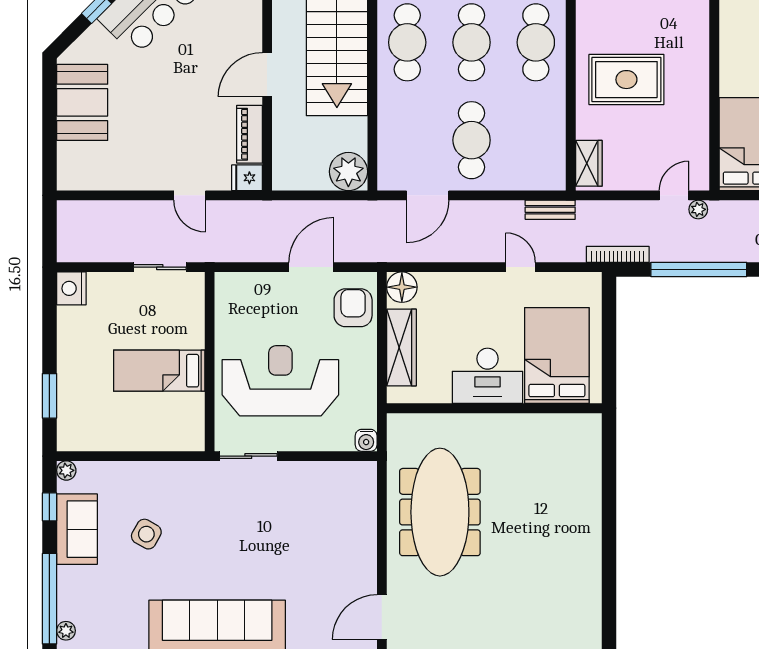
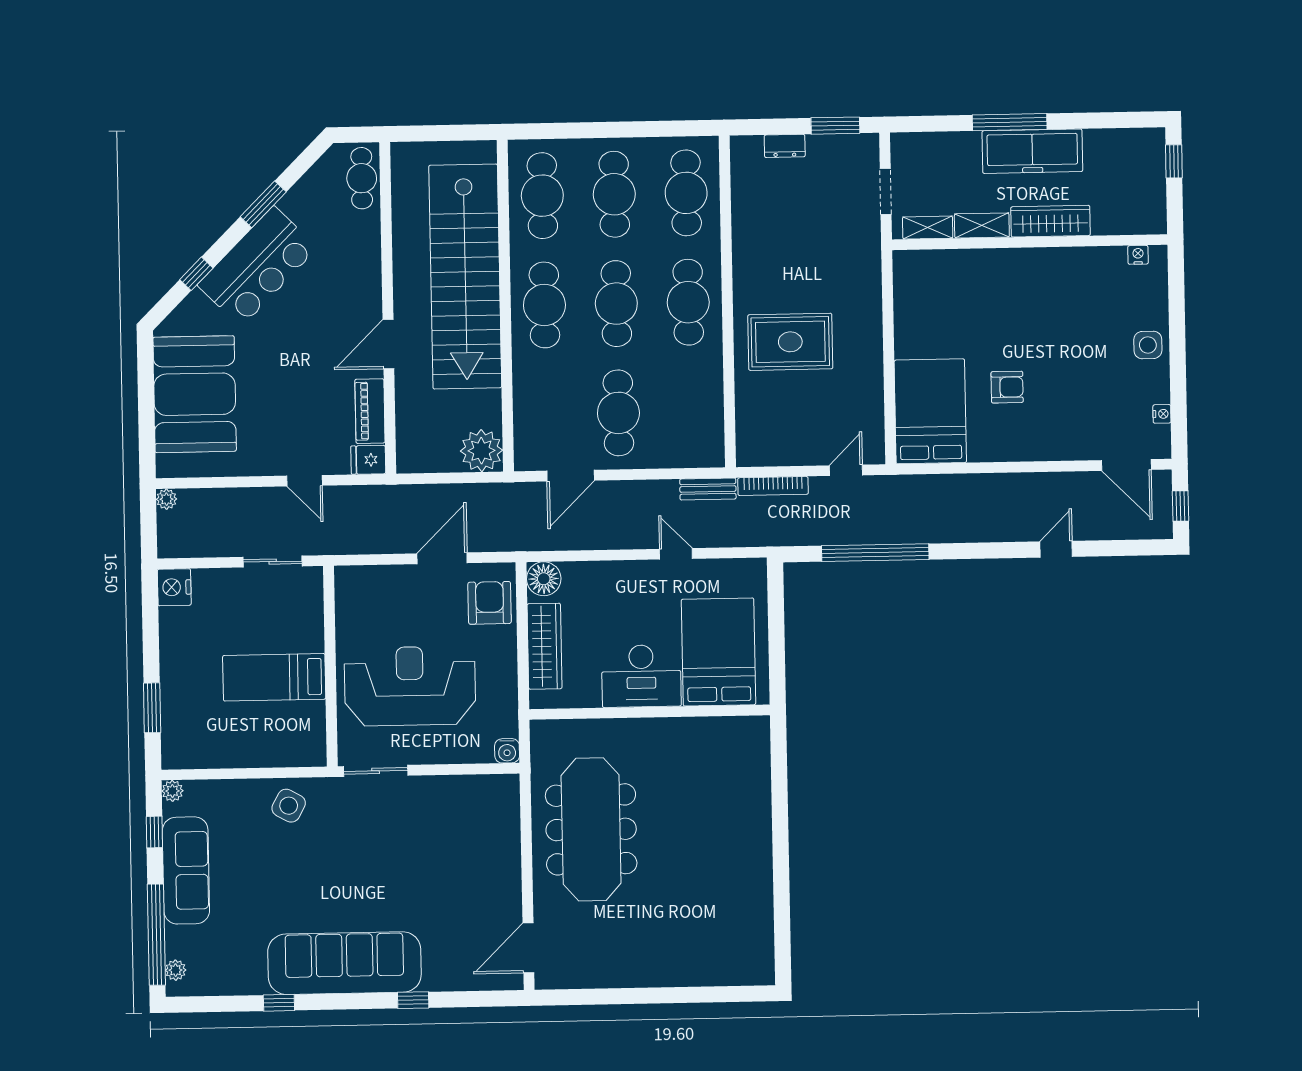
booth: (82, 102) -> (195, 394), width x1.36, depth x1.42
wardrobe: (589, 163) -> (750, 436), removed
plant: (698, 209) -> (166, 499), moved
bookcase: (618, 254) -> (773, 486), moved, turned 180
sofa: (77, 529) -> (186, 870), width x1.36
side table: (146, 534) -> (289, 806), moved

